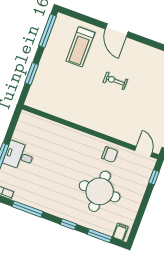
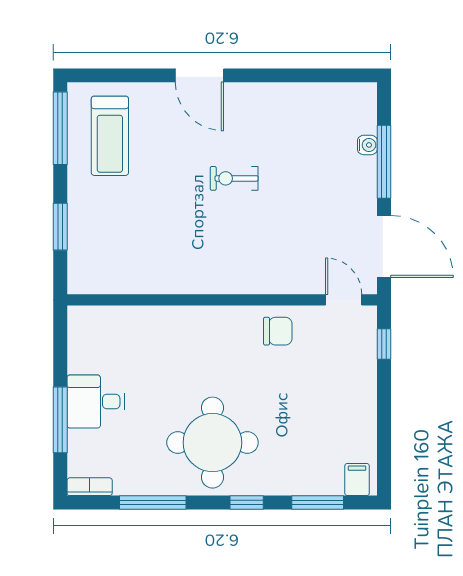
treadmill: (80, 47) -> (110, 136), moved
round table: (100, 191) -> (212, 443), moved

